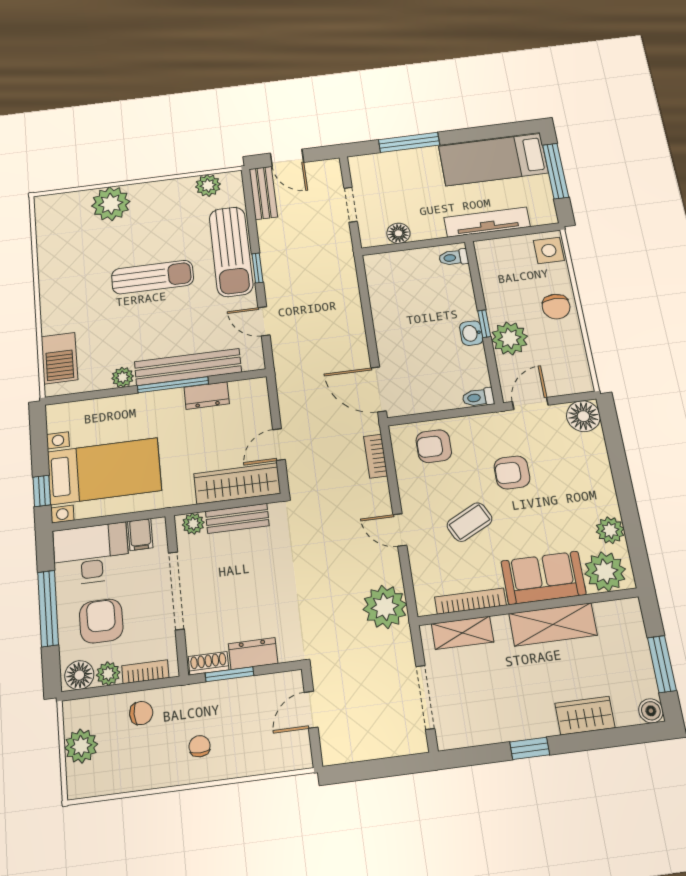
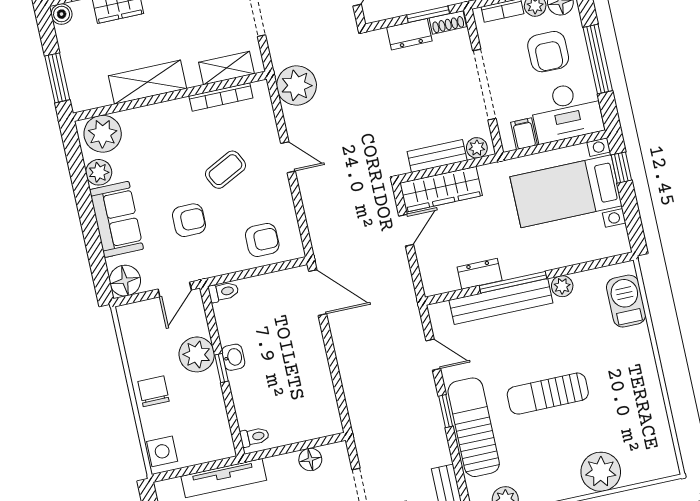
bookcase: (376, 456) -> (315, 226), removed
sofa: (543, 578) -> (116, 219), moved, turned -90
window: (662, 664) -> (57, 78), moved

